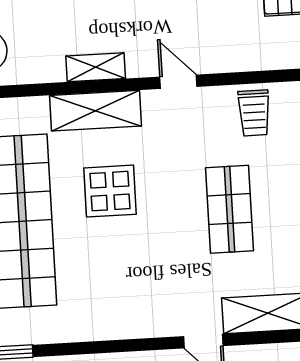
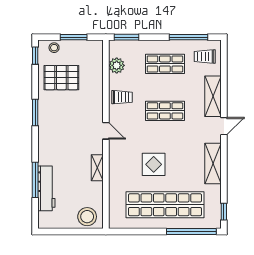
door: (178, 82) -> (106, 131), swing flipped
shelving: (96, 111) -> (213, 164), moved

